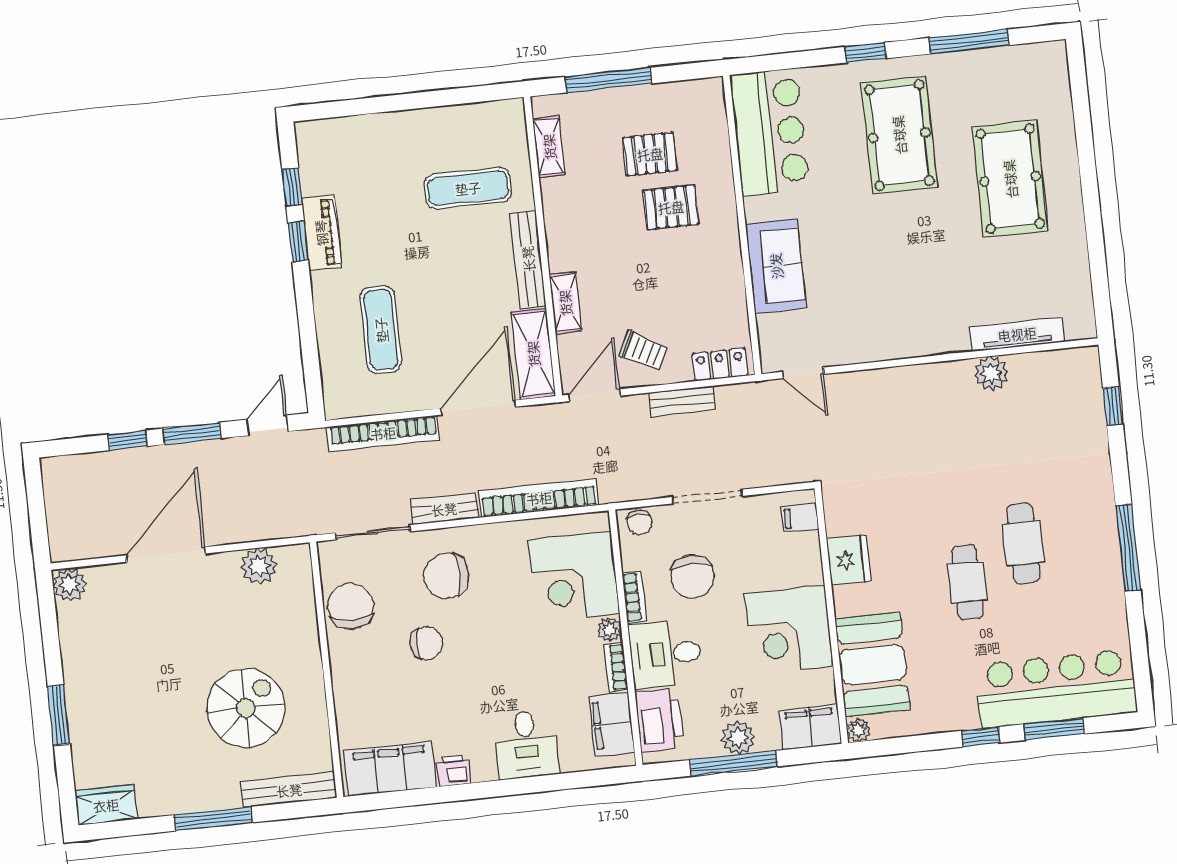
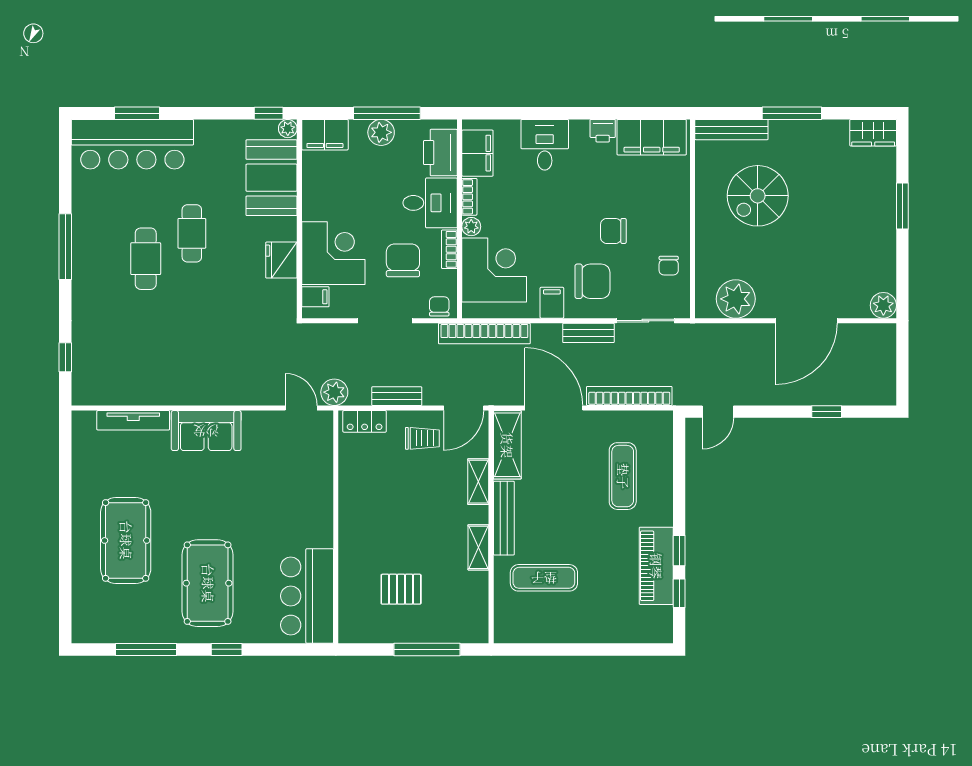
shelving: (549, 147) -> (478, 547), moved
pallet: (671, 207) -> (389, 546), removed
piano: (321, 233) -> (656, 566), width x1.37, depth x1.33
sofa: (776, 266) -> (206, 431), moved, turned -90
trolley: (643, 351) -> (422, 438), turned 153
plant: (991, 373) -> (334, 392), moved
door: (478, 408) -> (554, 408), swing flipped
window: (192, 433) -> (777, 412), removed
bookcase: (539, 498) -> (484, 334), moved
filing cabinet: (495, 543) -> (552, 303), added
plant: (259, 566) -> (736, 299), width x1.36, depth x1.36
chair: (351, 606) -> (669, 266), width x0.54, depth x0.54
corner desk: (789, 630) -> (333, 253), moved
window: (981, 737) -> (269, 113), moved

